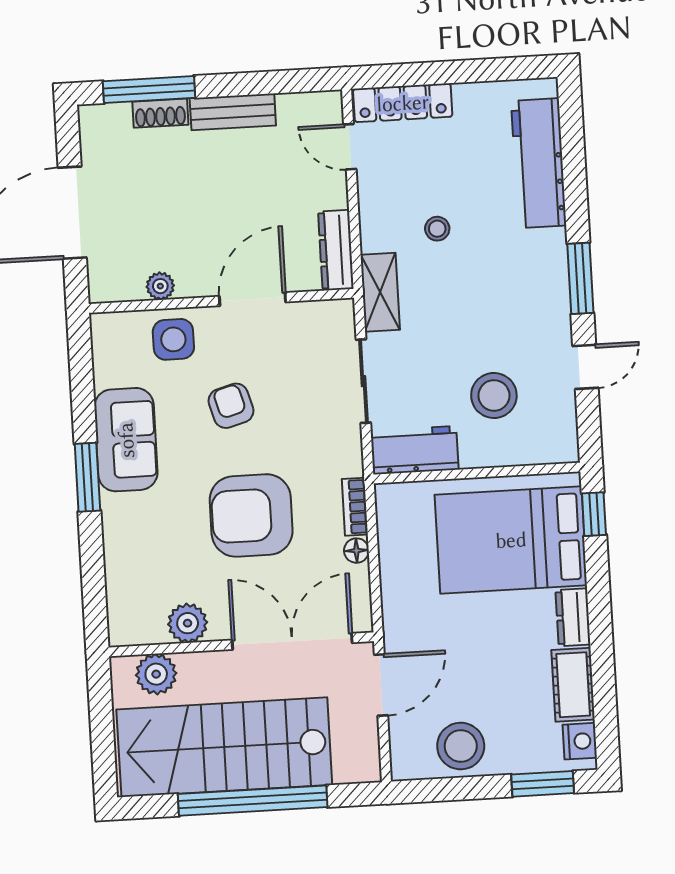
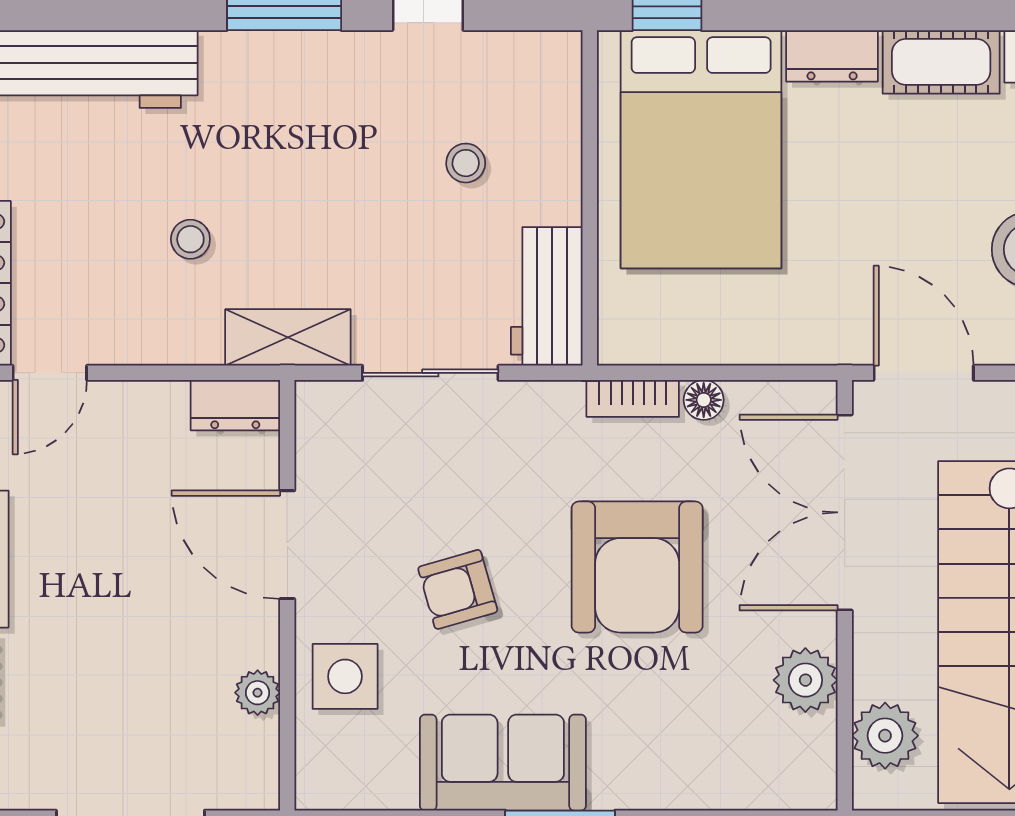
dresser: (336, 250) -> (235, 405), width x0.70
stool: (494, 396) -> (466, 163), width x0.53, depth x0.53

